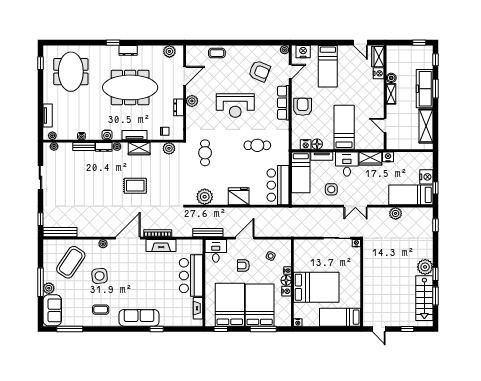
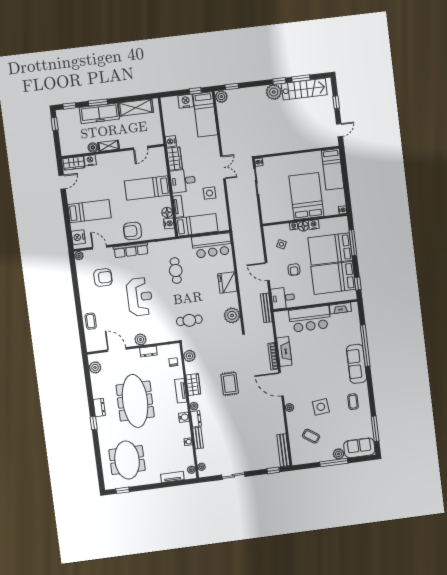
armchair: (259, 71) -> (103, 277), turned 68
meeting table: (71, 72) -> (127, 460), turned 90
plant: (396, 213) -> (221, 97), moved
coffee table: (71, 262) -> (311, 436), width x0.54, depth x0.58
window: (157, 329) -> (365, 346), width x3.17

